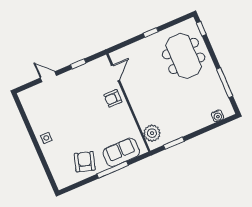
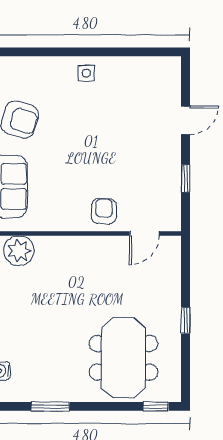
meeting table: (184, 56) -> (123, 358), turned 90
door: (115, 73) -> (144, 233), hinge flipped
window: (225, 83) -> (50, 406), width x0.69

